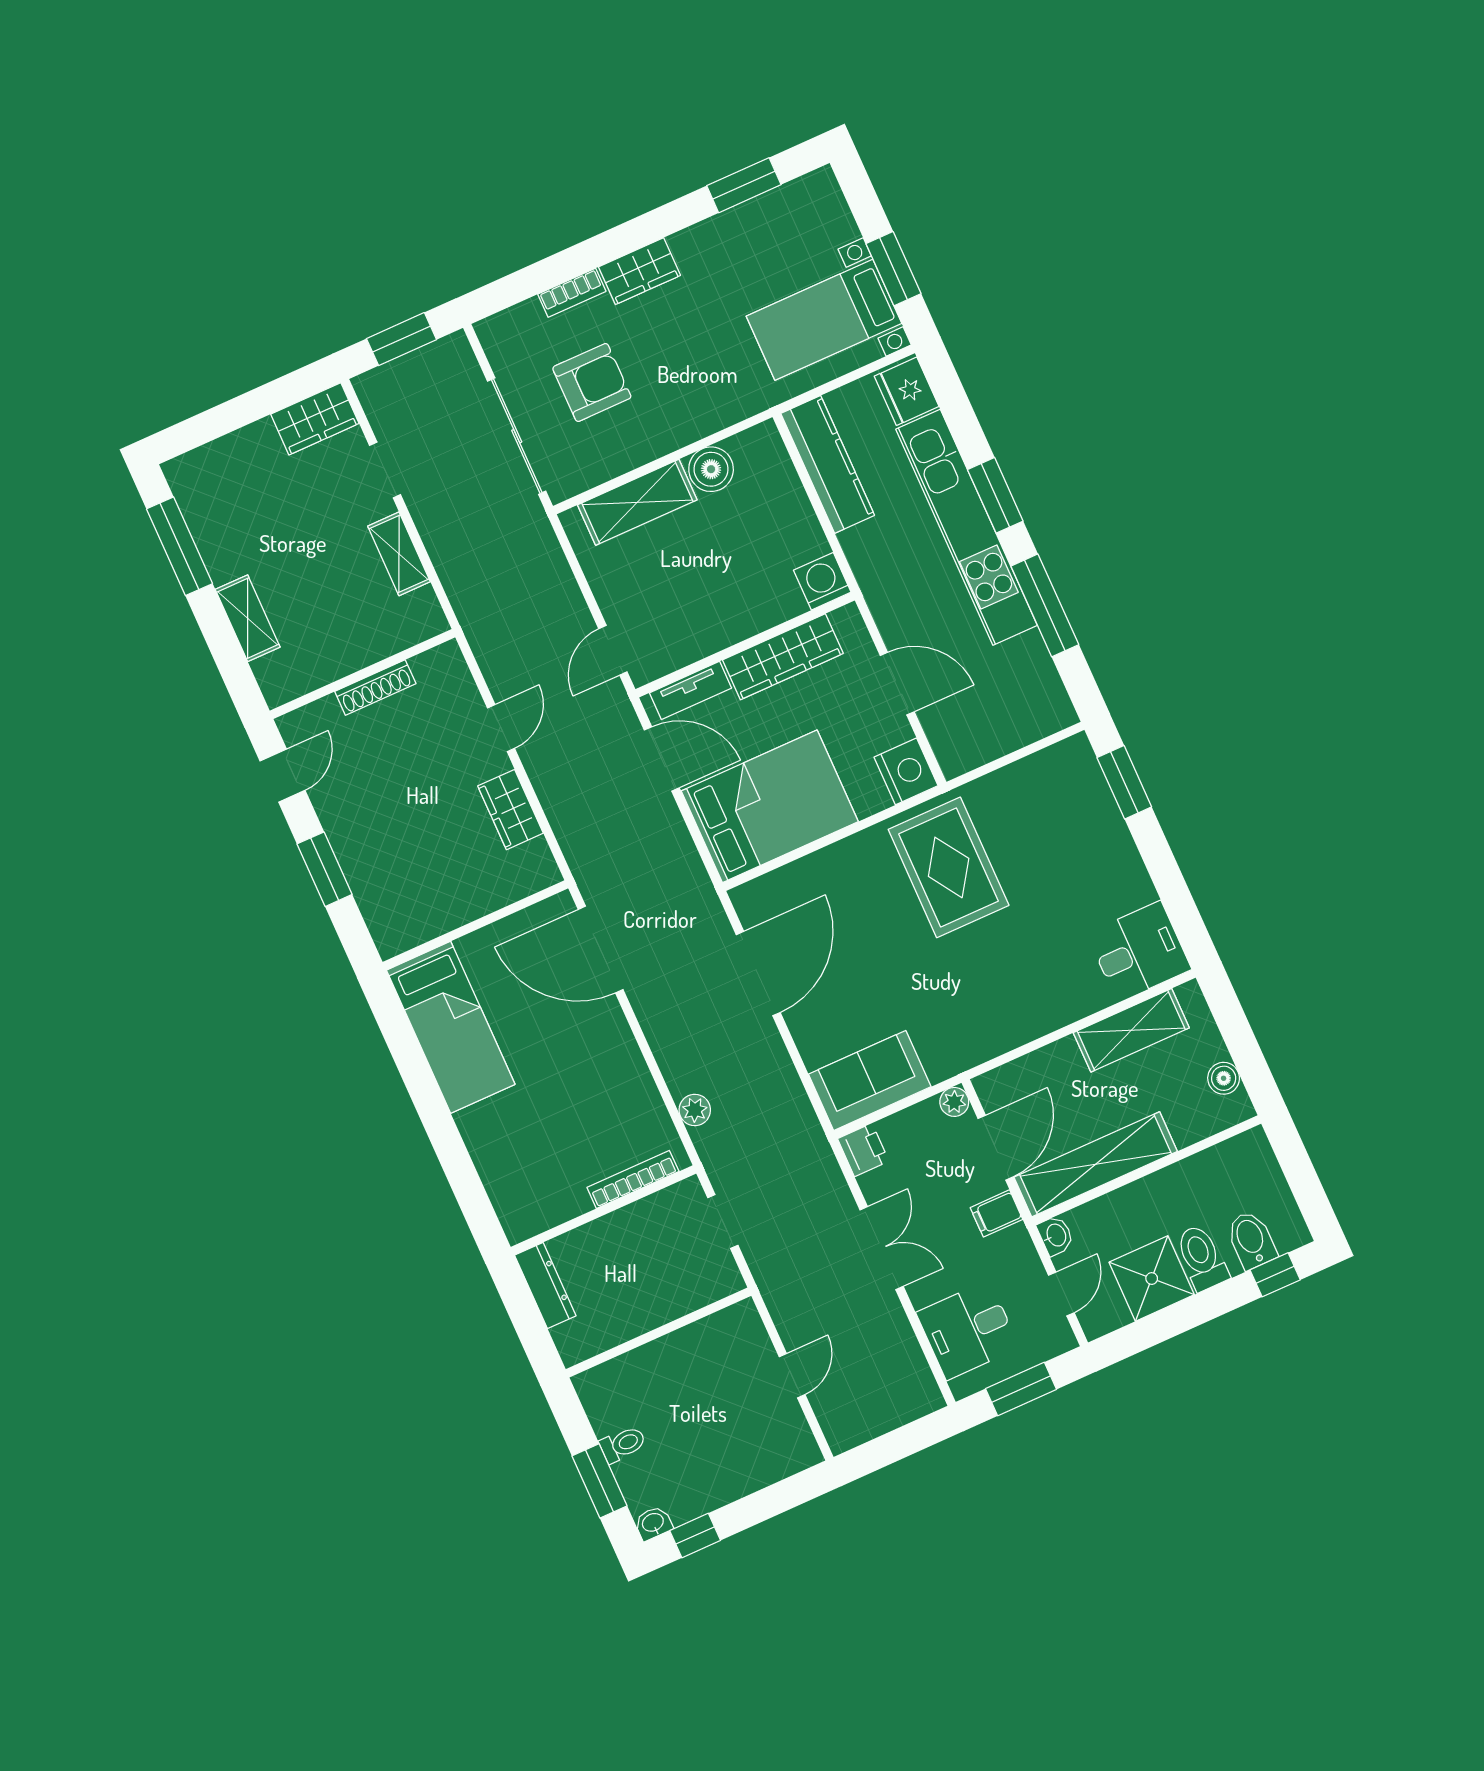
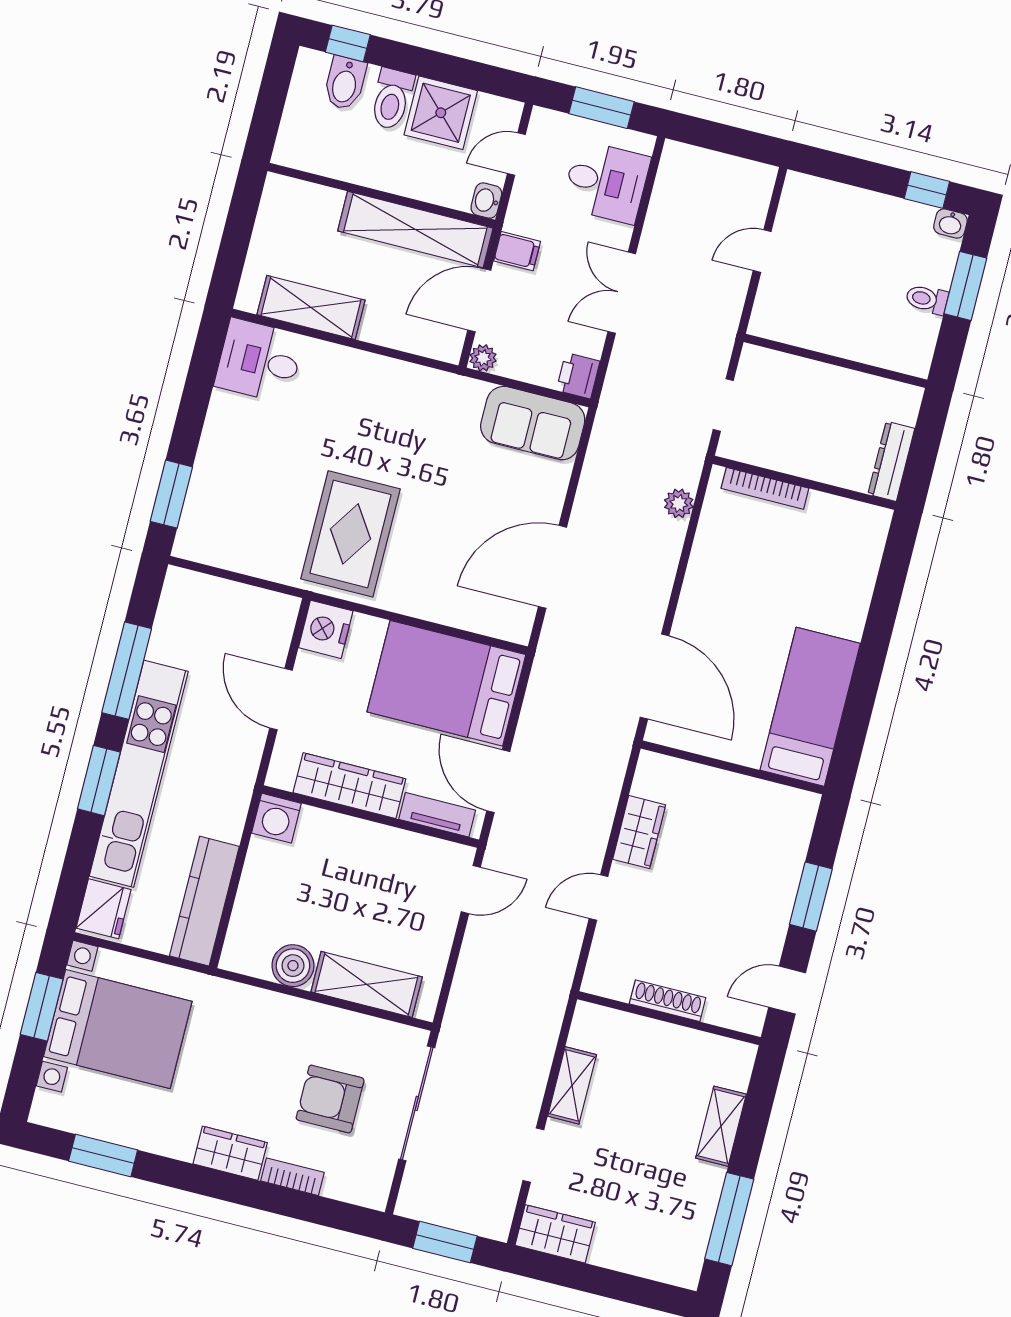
bed with nightstands: (824, 320) -> (118, 1029), width x1.36
boiler: (1224, 1078) -> (271, 218), removed

